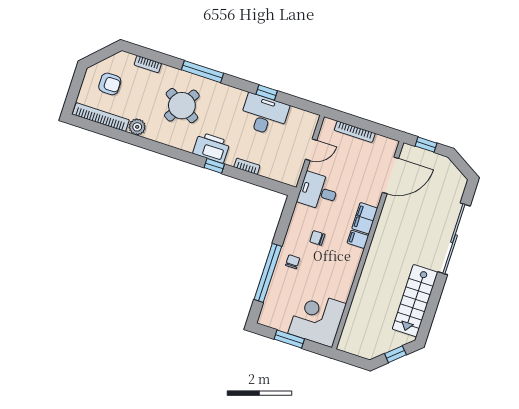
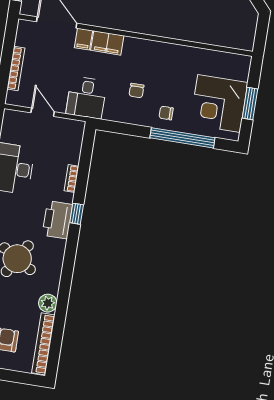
filing cabinet: (358, 239) -> (83, 39), moved
corner desk: (317, 319) -> (219, 103), moved

